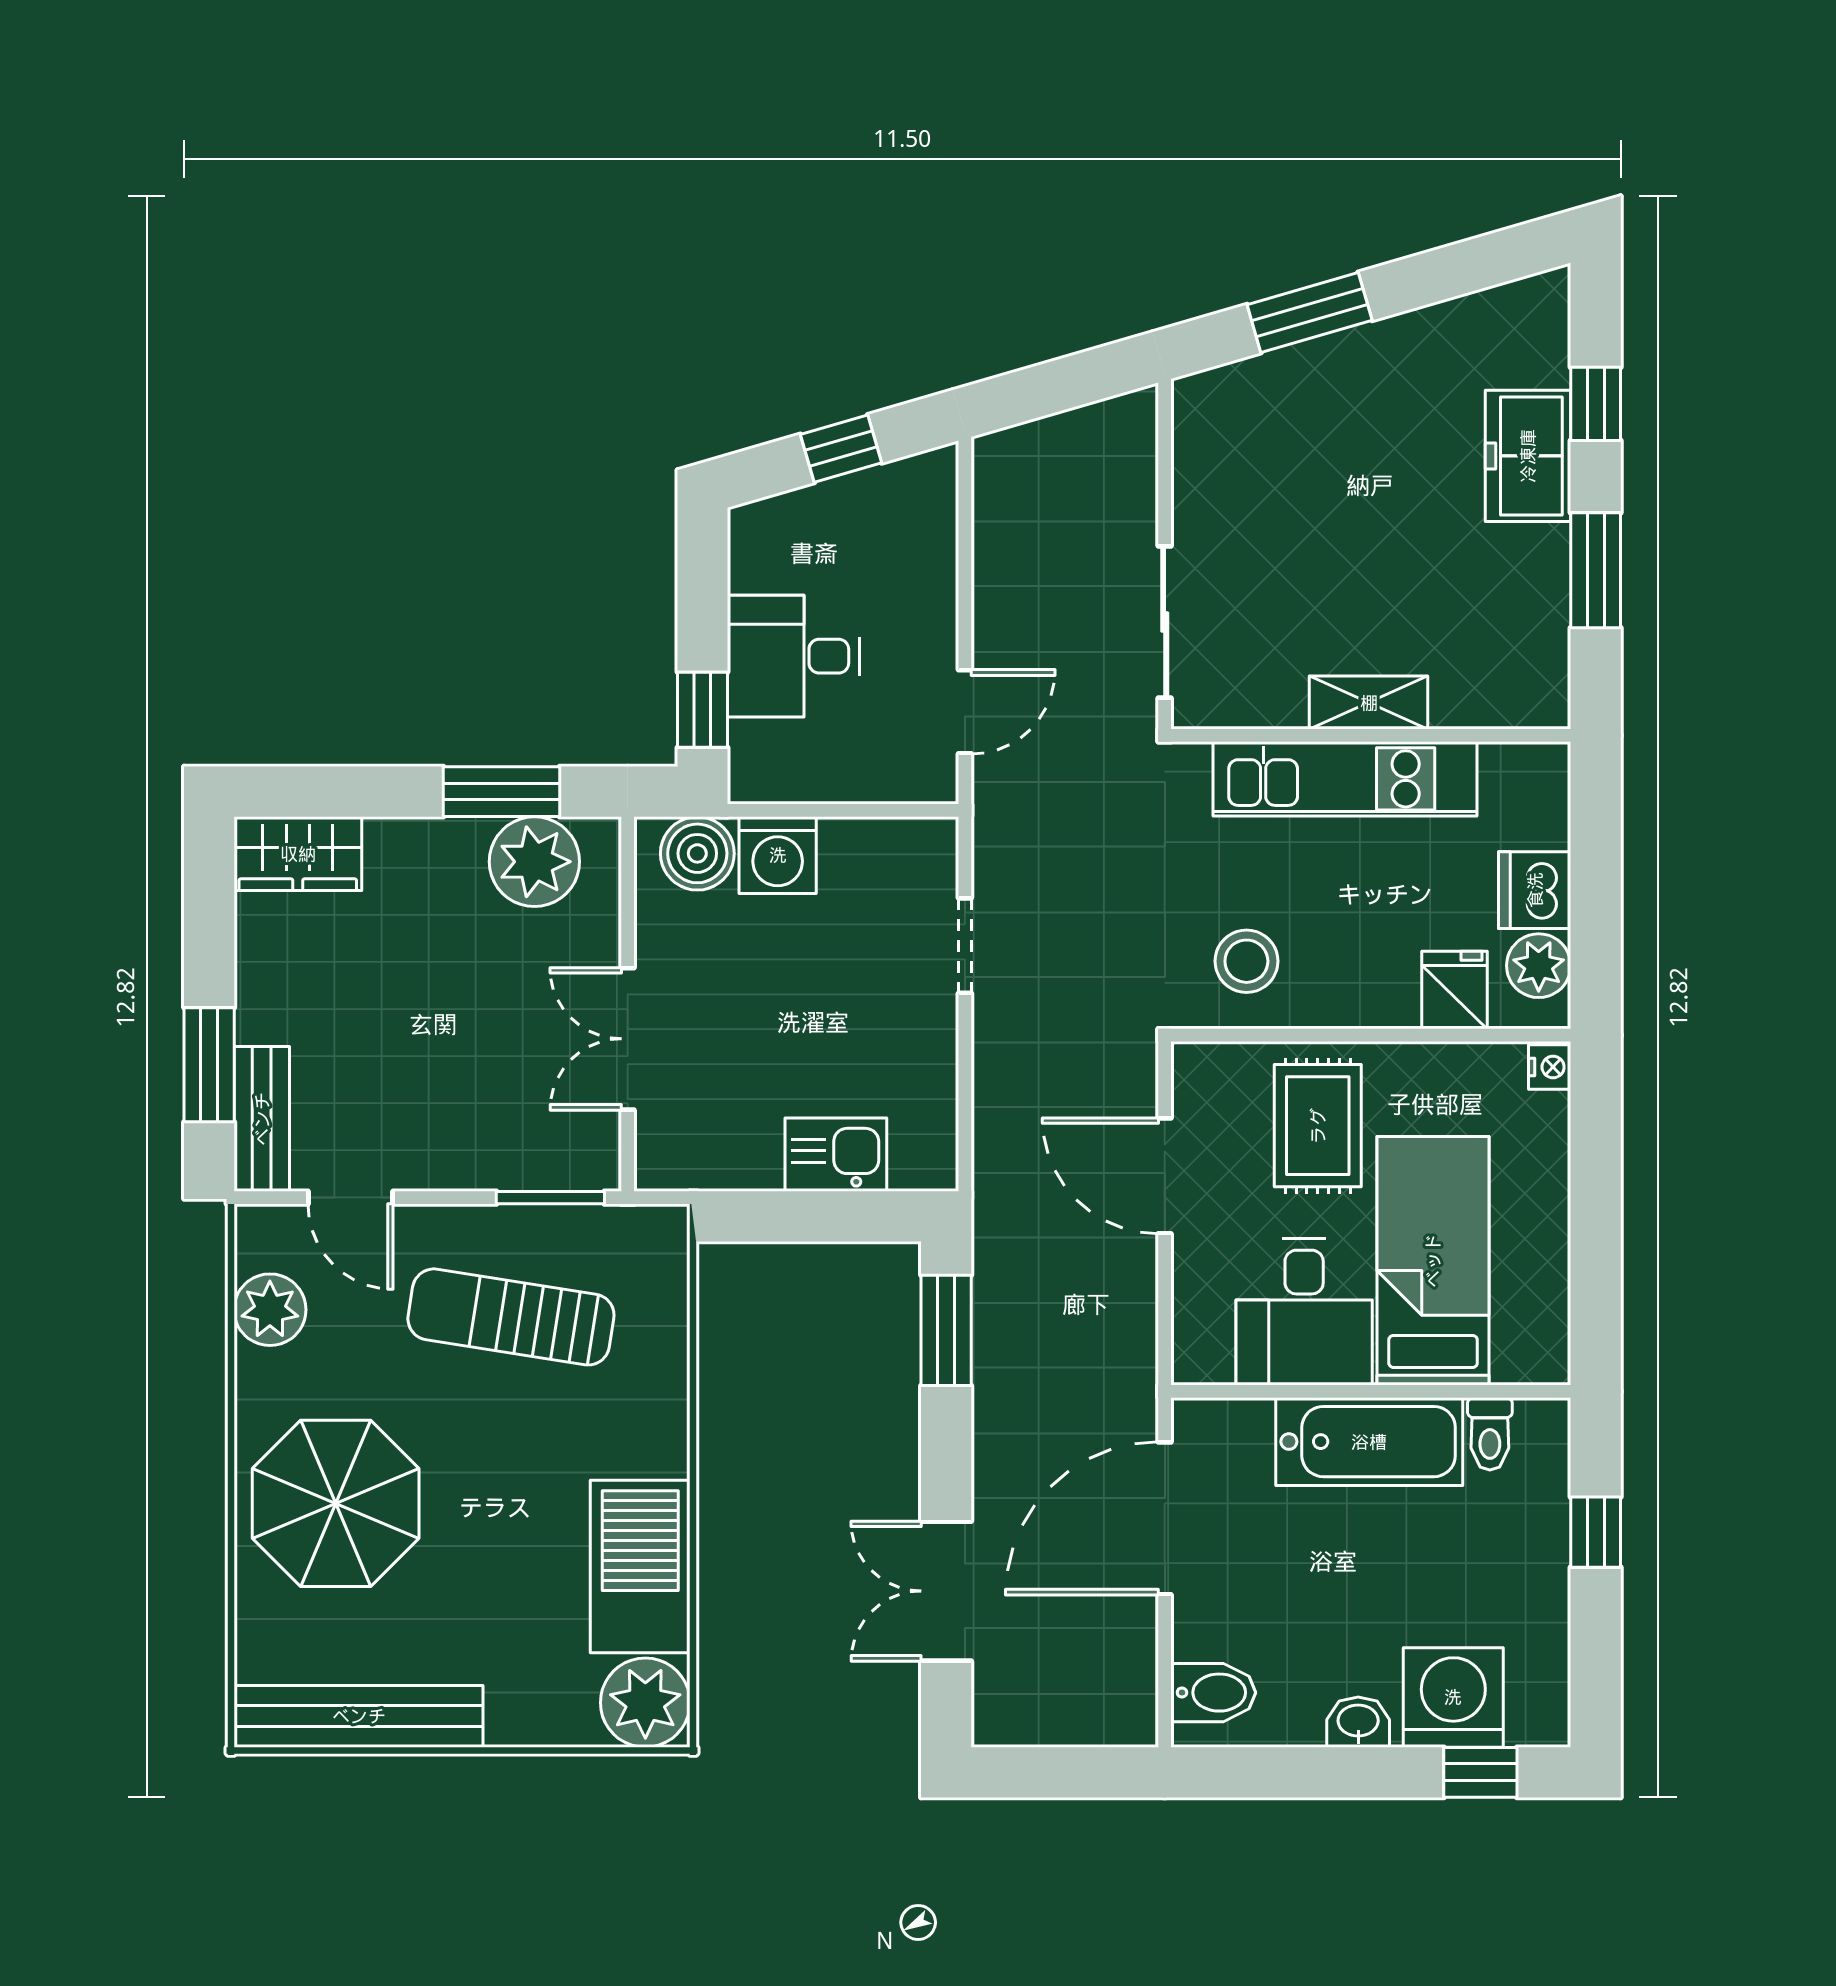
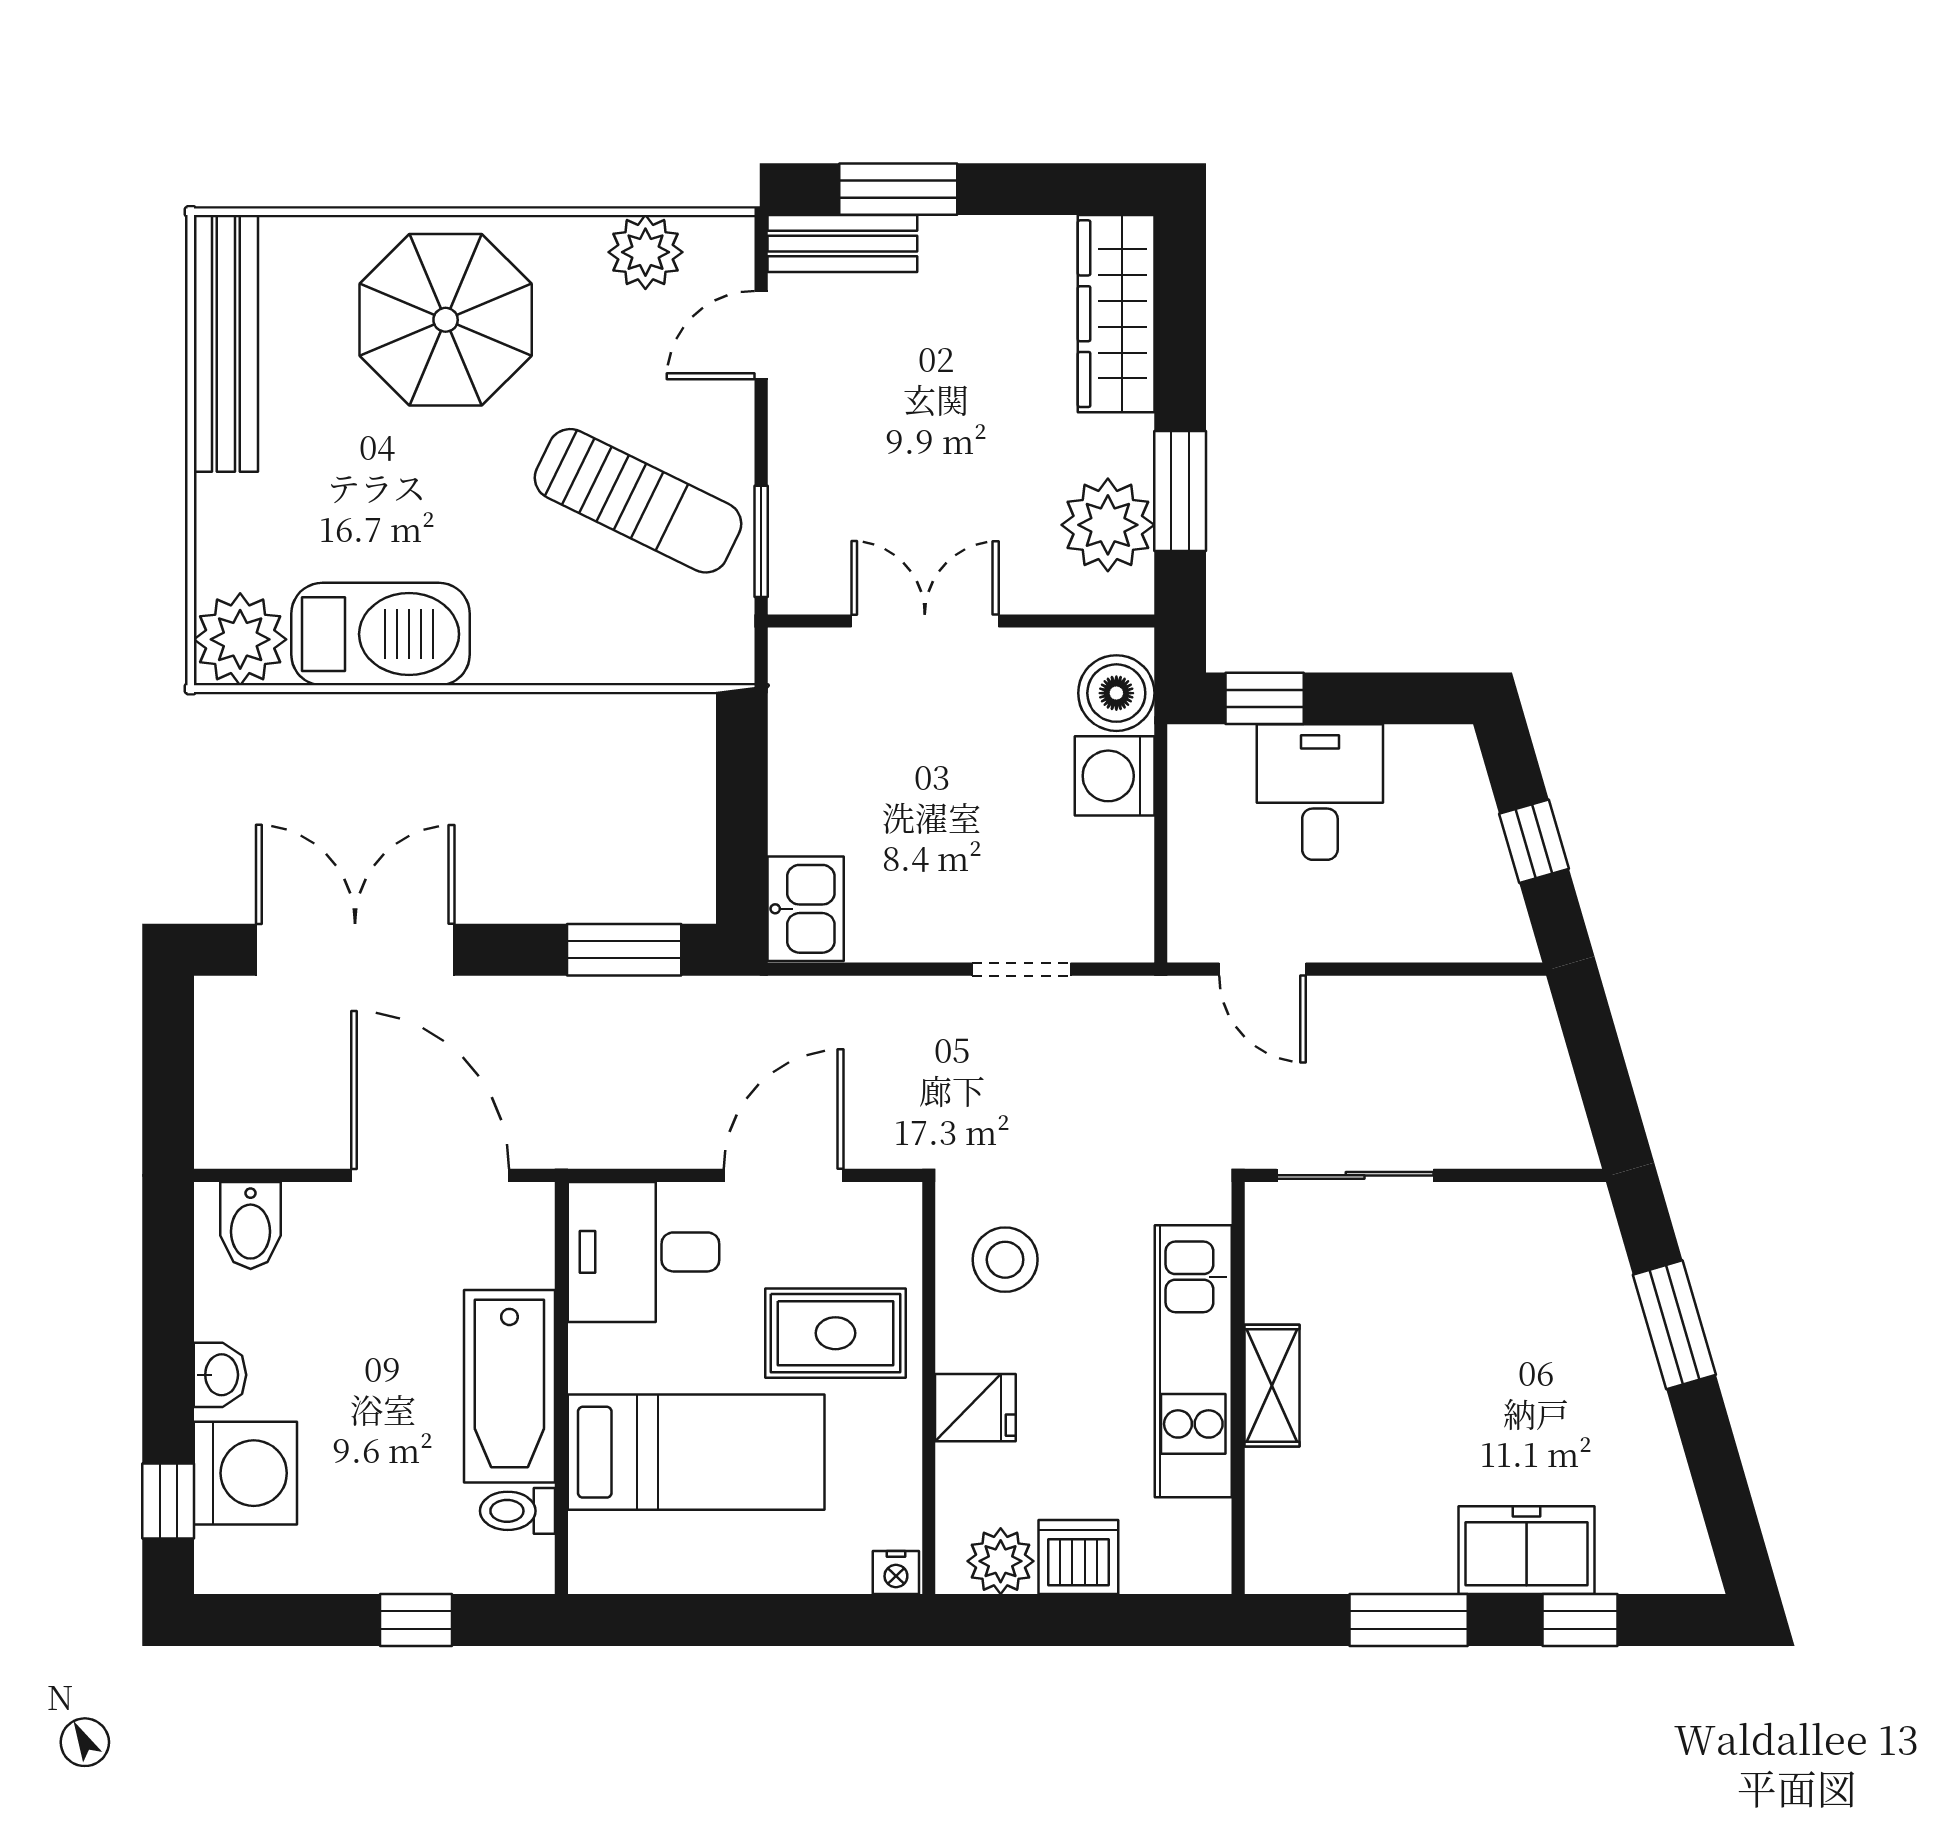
wardrobe: (298, 854) -> (1116, 314), width x1.50
fridge: (1454, 990) -> (975, 1408), moved
kitchen sink: (836, 1155) -> (806, 909), moved
desk: (1304, 1312) -> (643, 1252), moved
sun lounger: (511, 1317) -> (638, 501), turned 107
double door: (946, 1591) -> (355, 950), width x1.37

